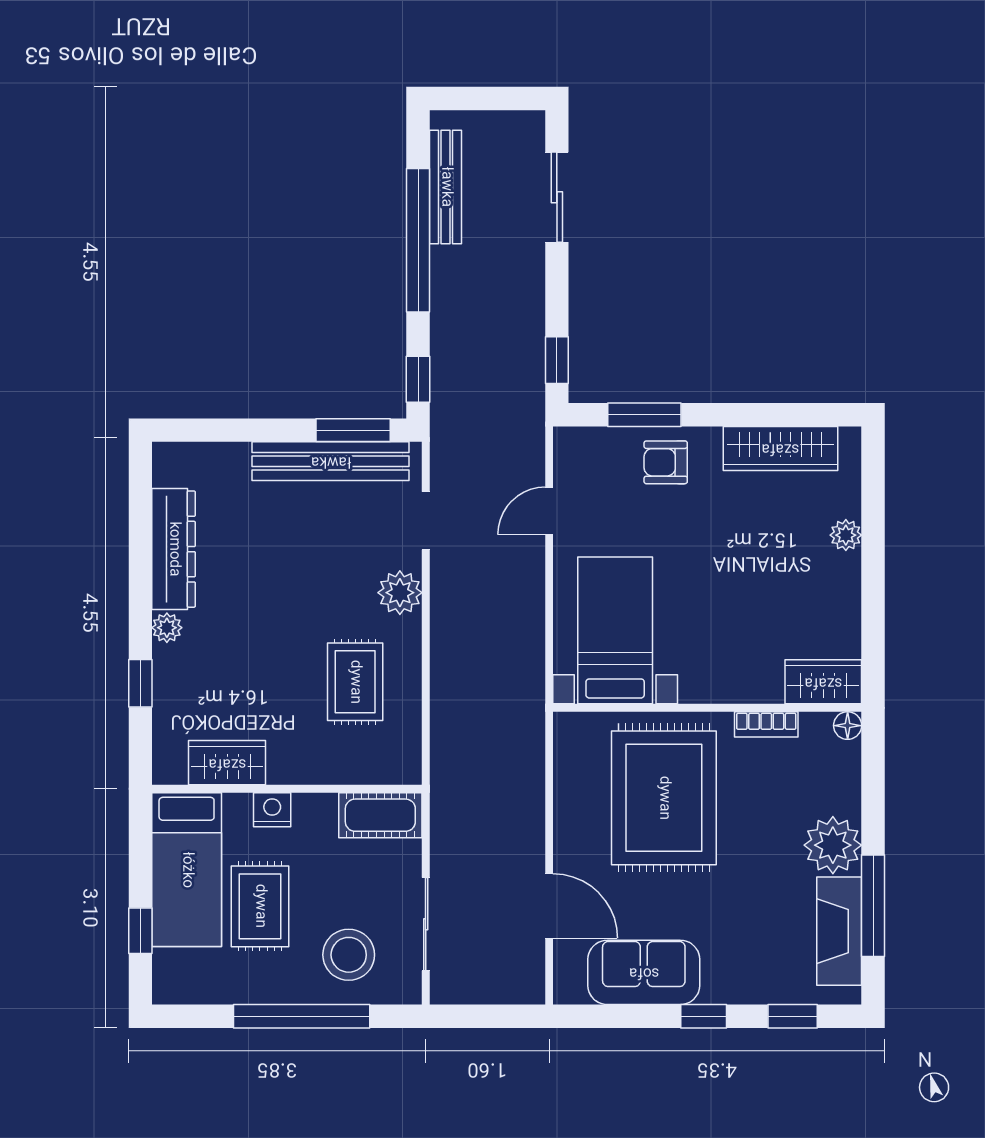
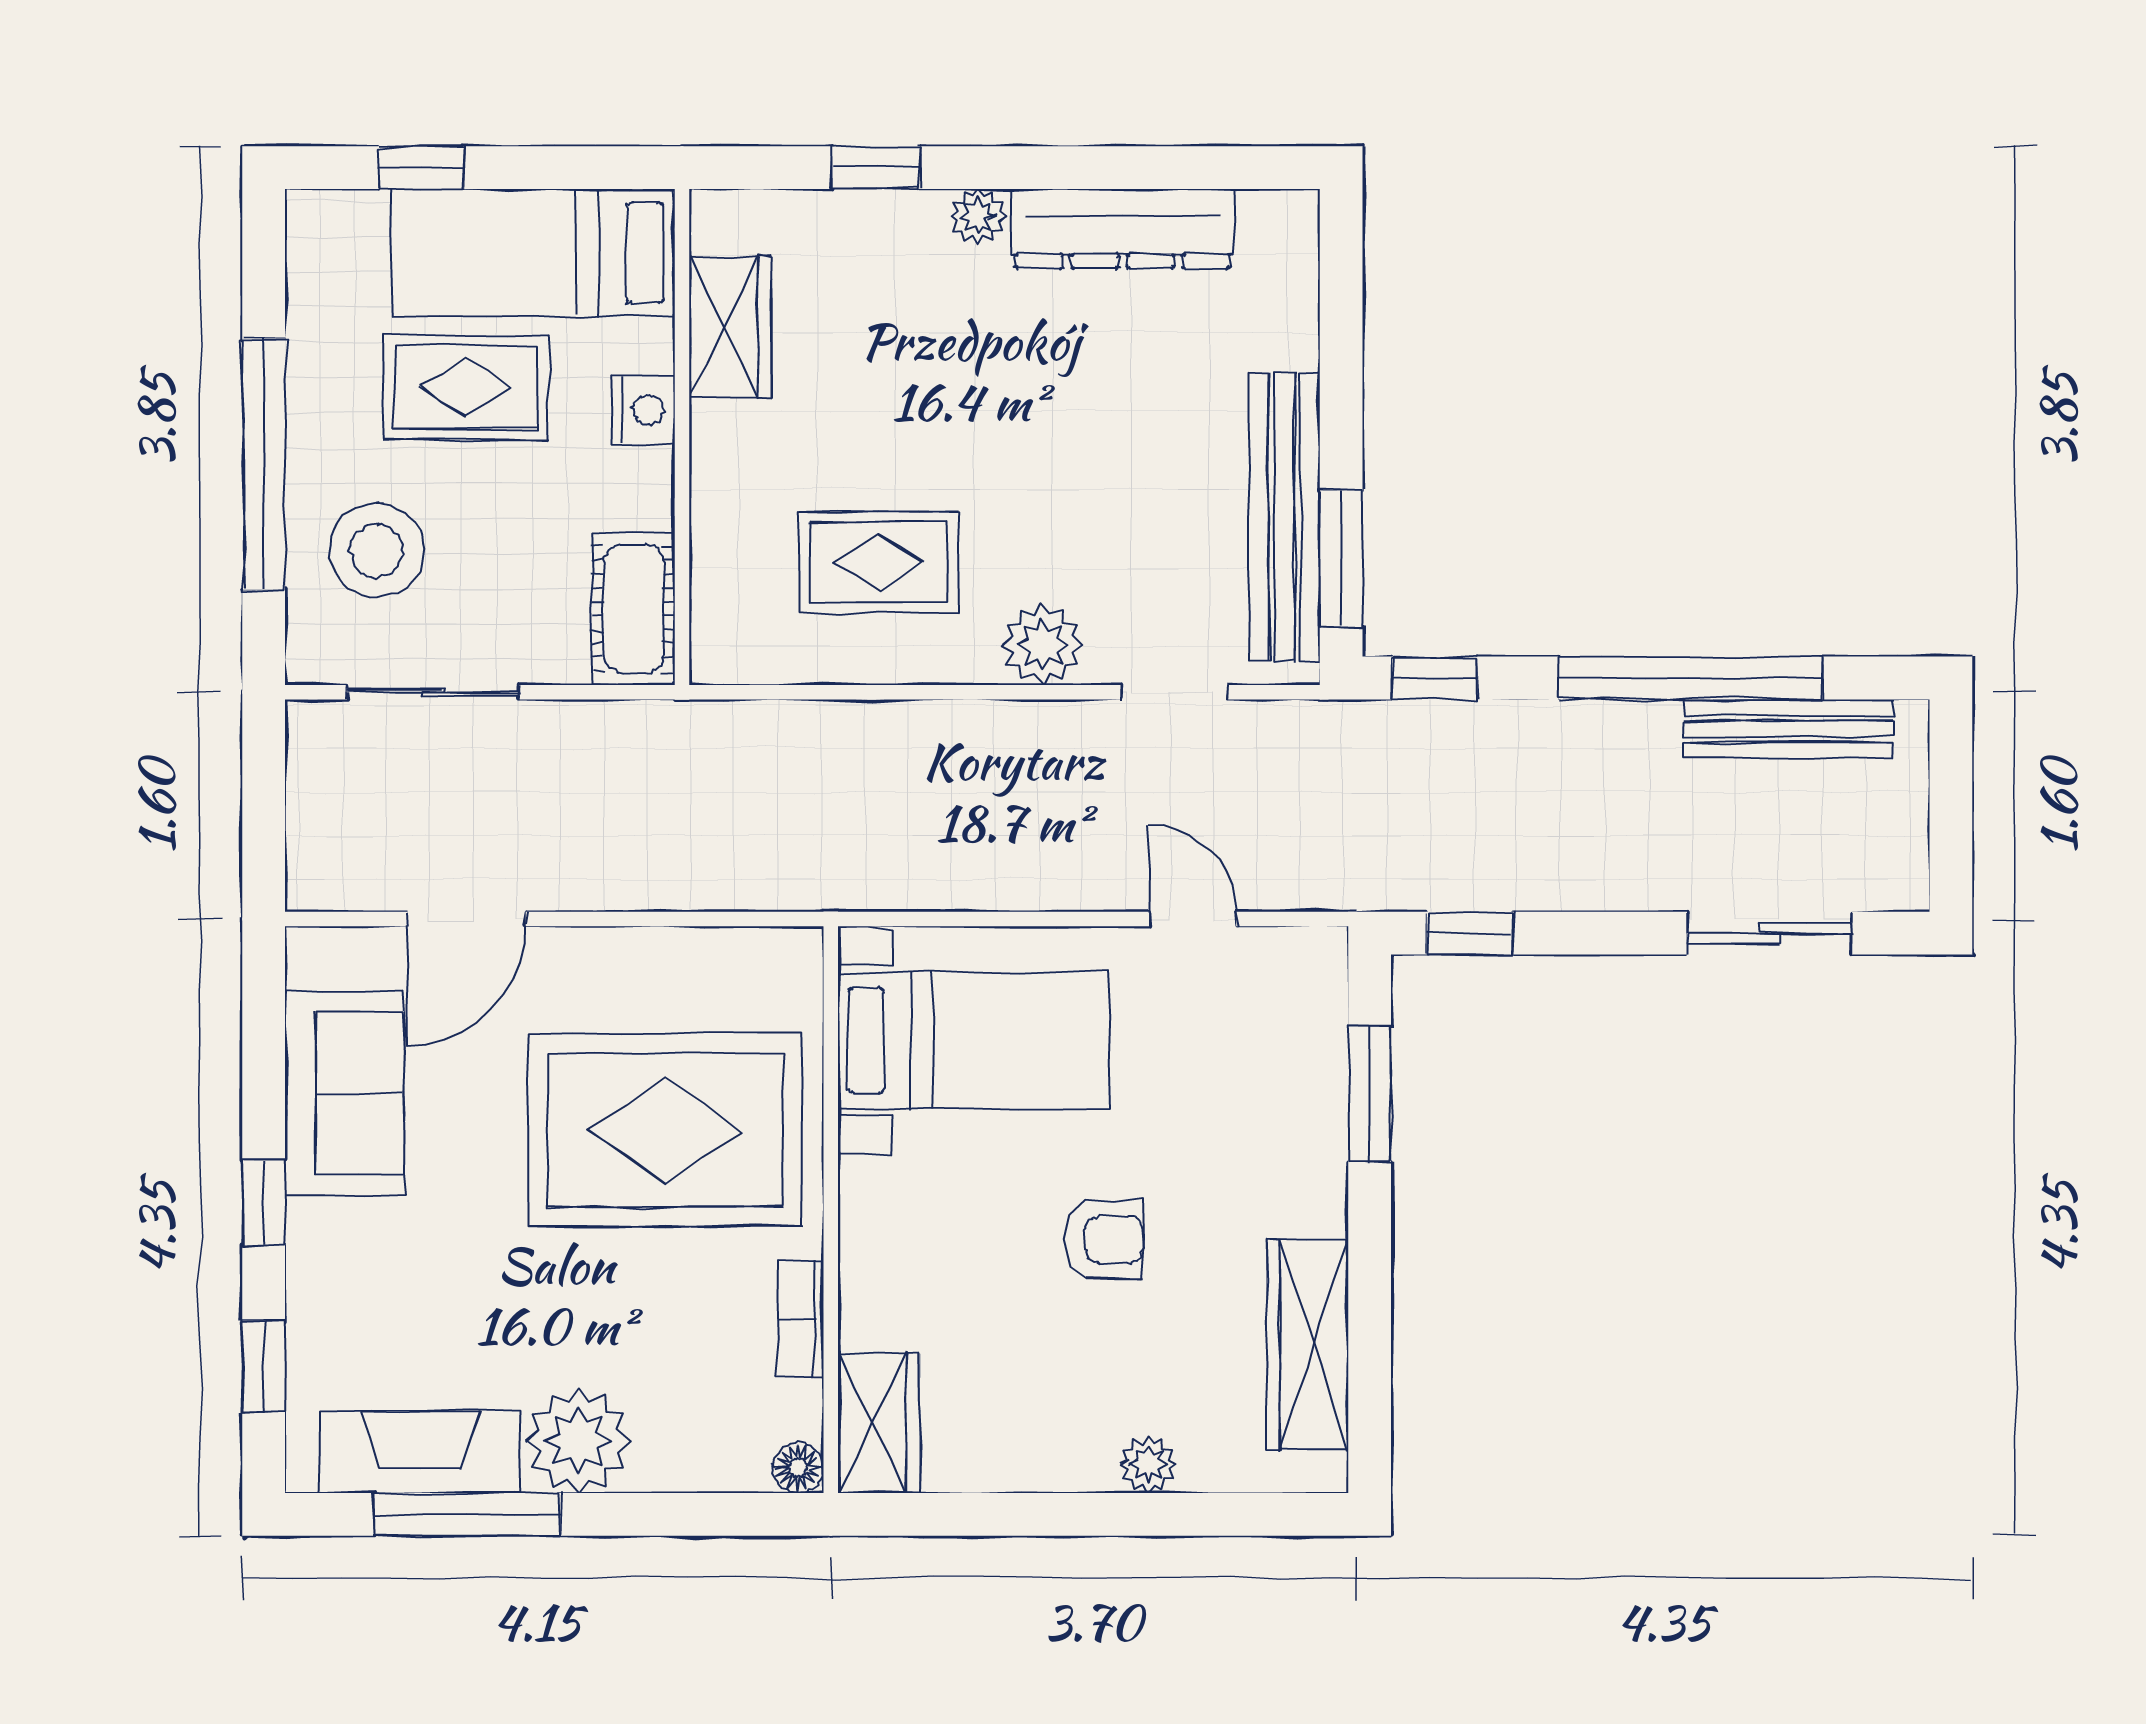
armchair: (666, 462) -> (1103, 1240), moved, turned 90

